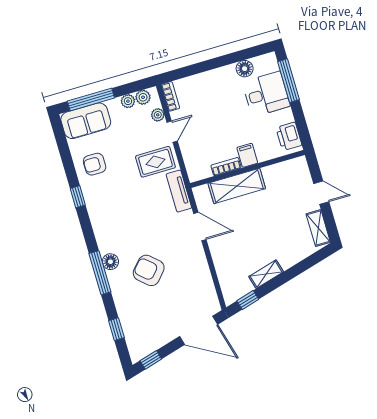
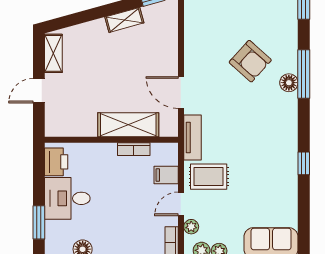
window: (288, 81) -> (39, 222), width x0.69
desk: (266, 94) -> (67, 198), moved
filing cabinet: (247, 155) -> (166, 175), moved, turned 90
armchair: (95, 164) -> (275, 193), removed
door: (321, 193) -> (39, 91), hinge flipped

